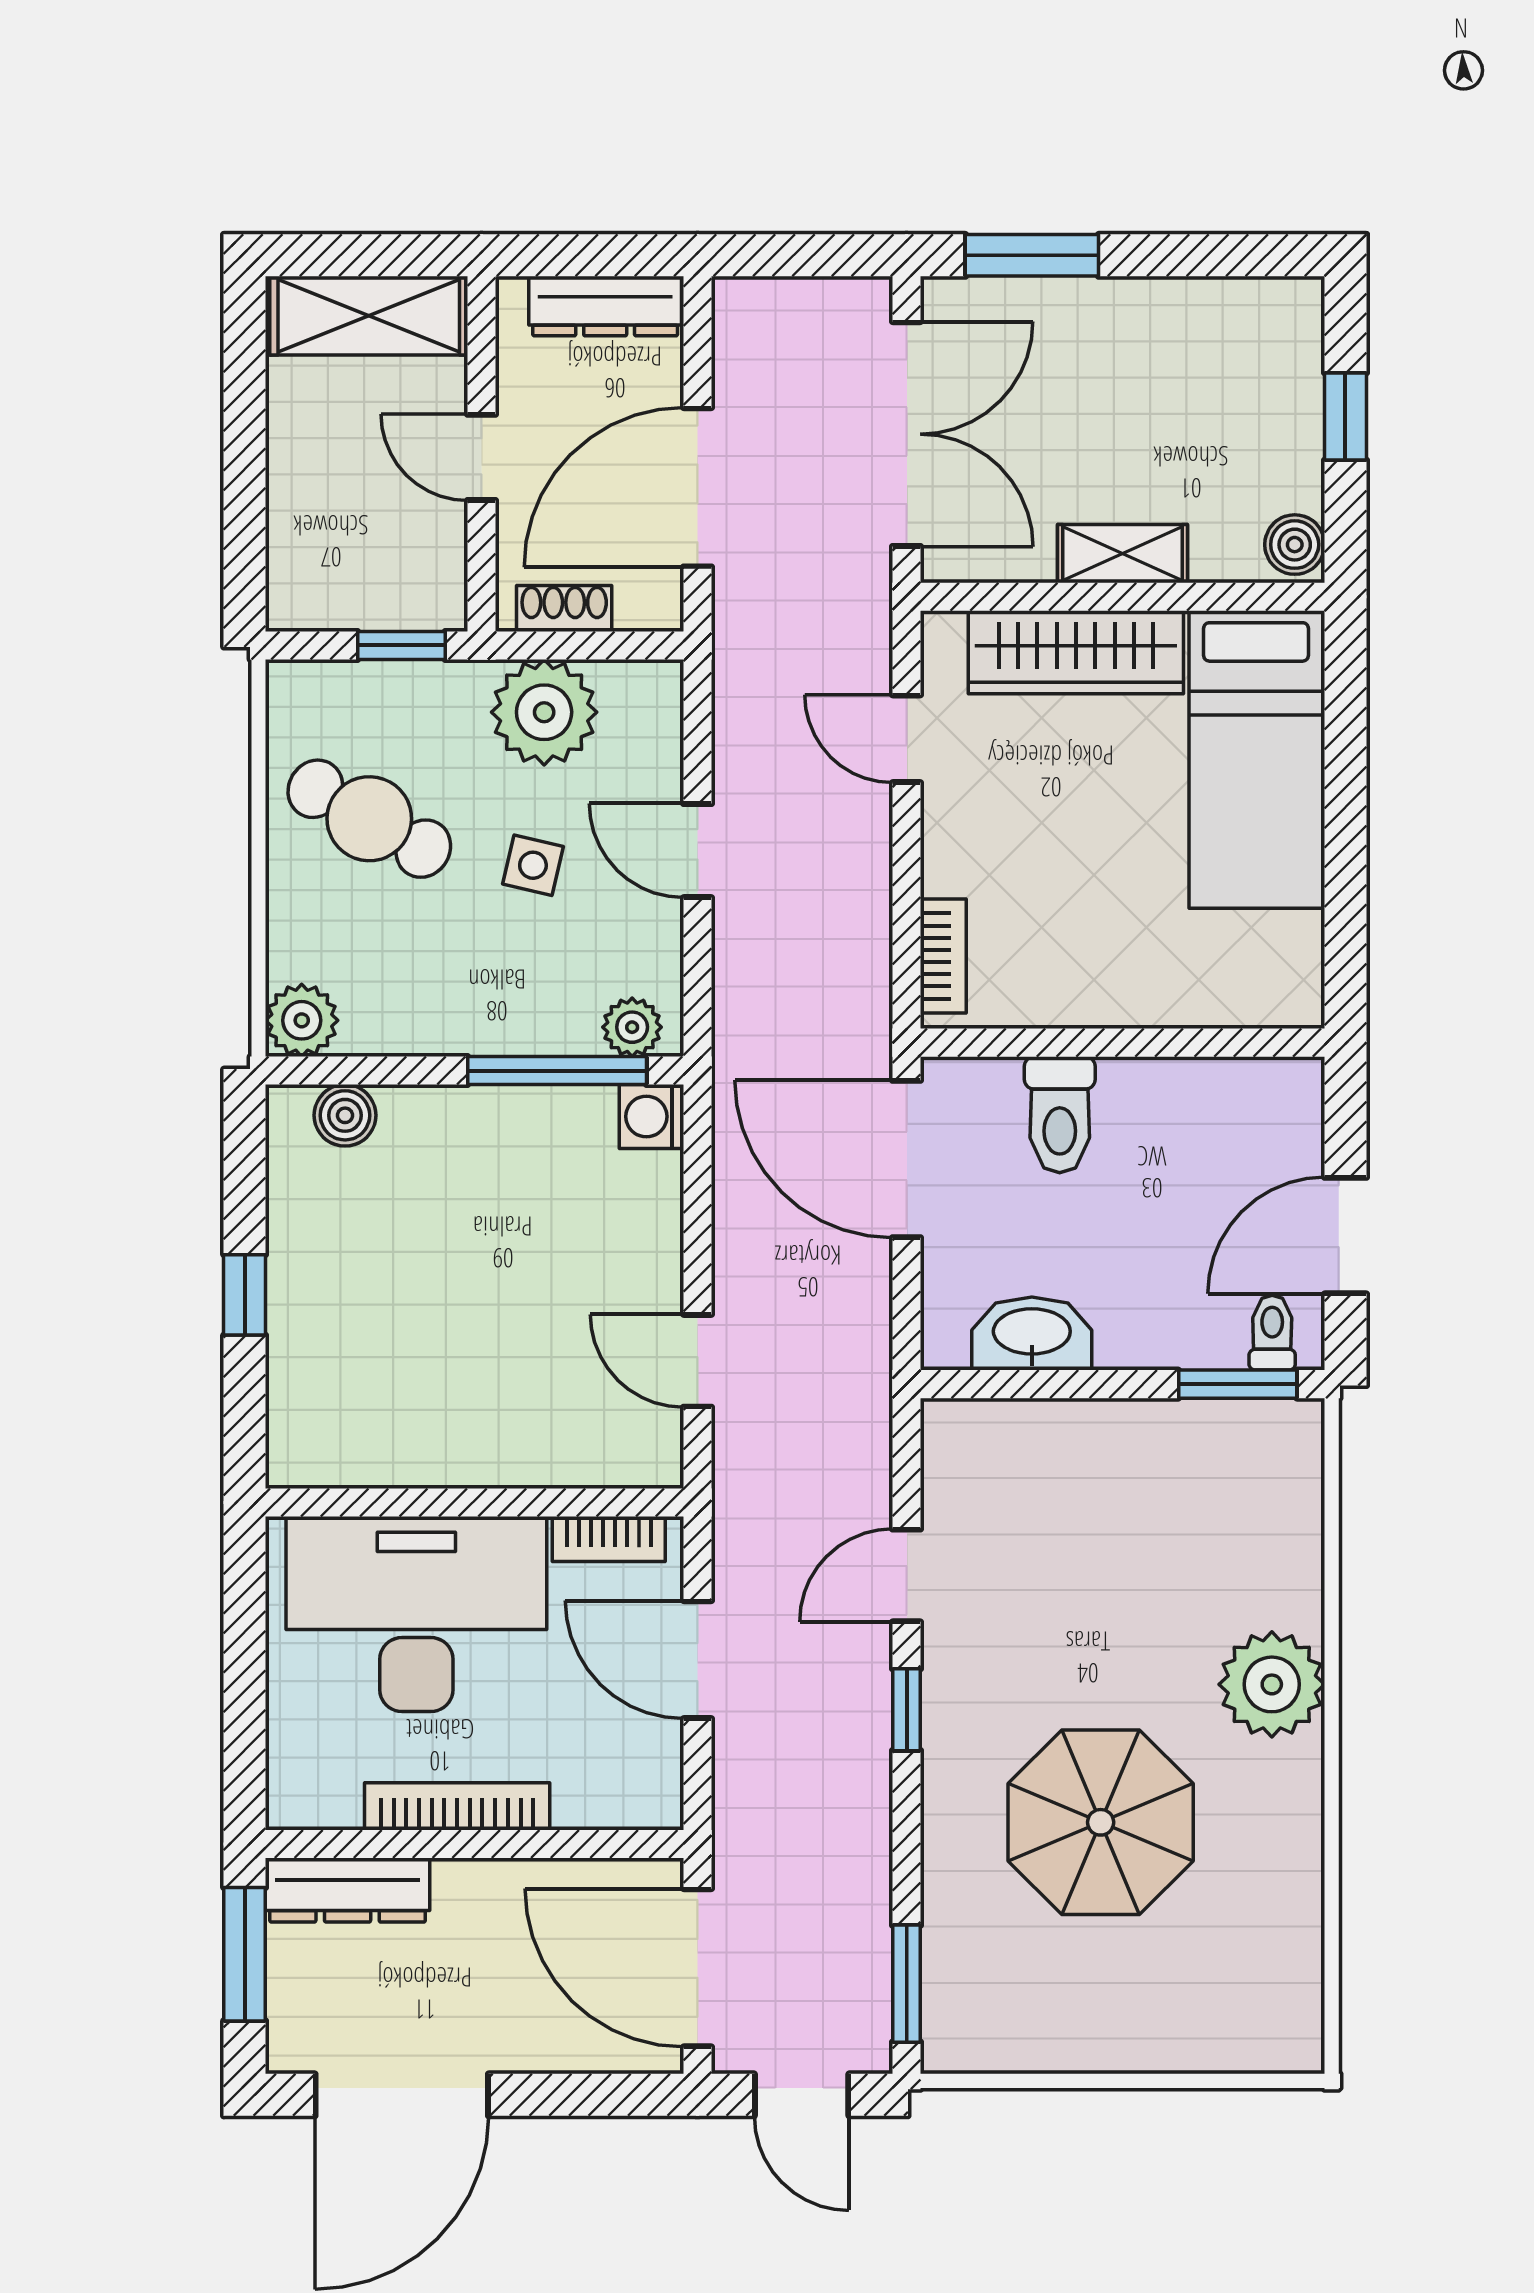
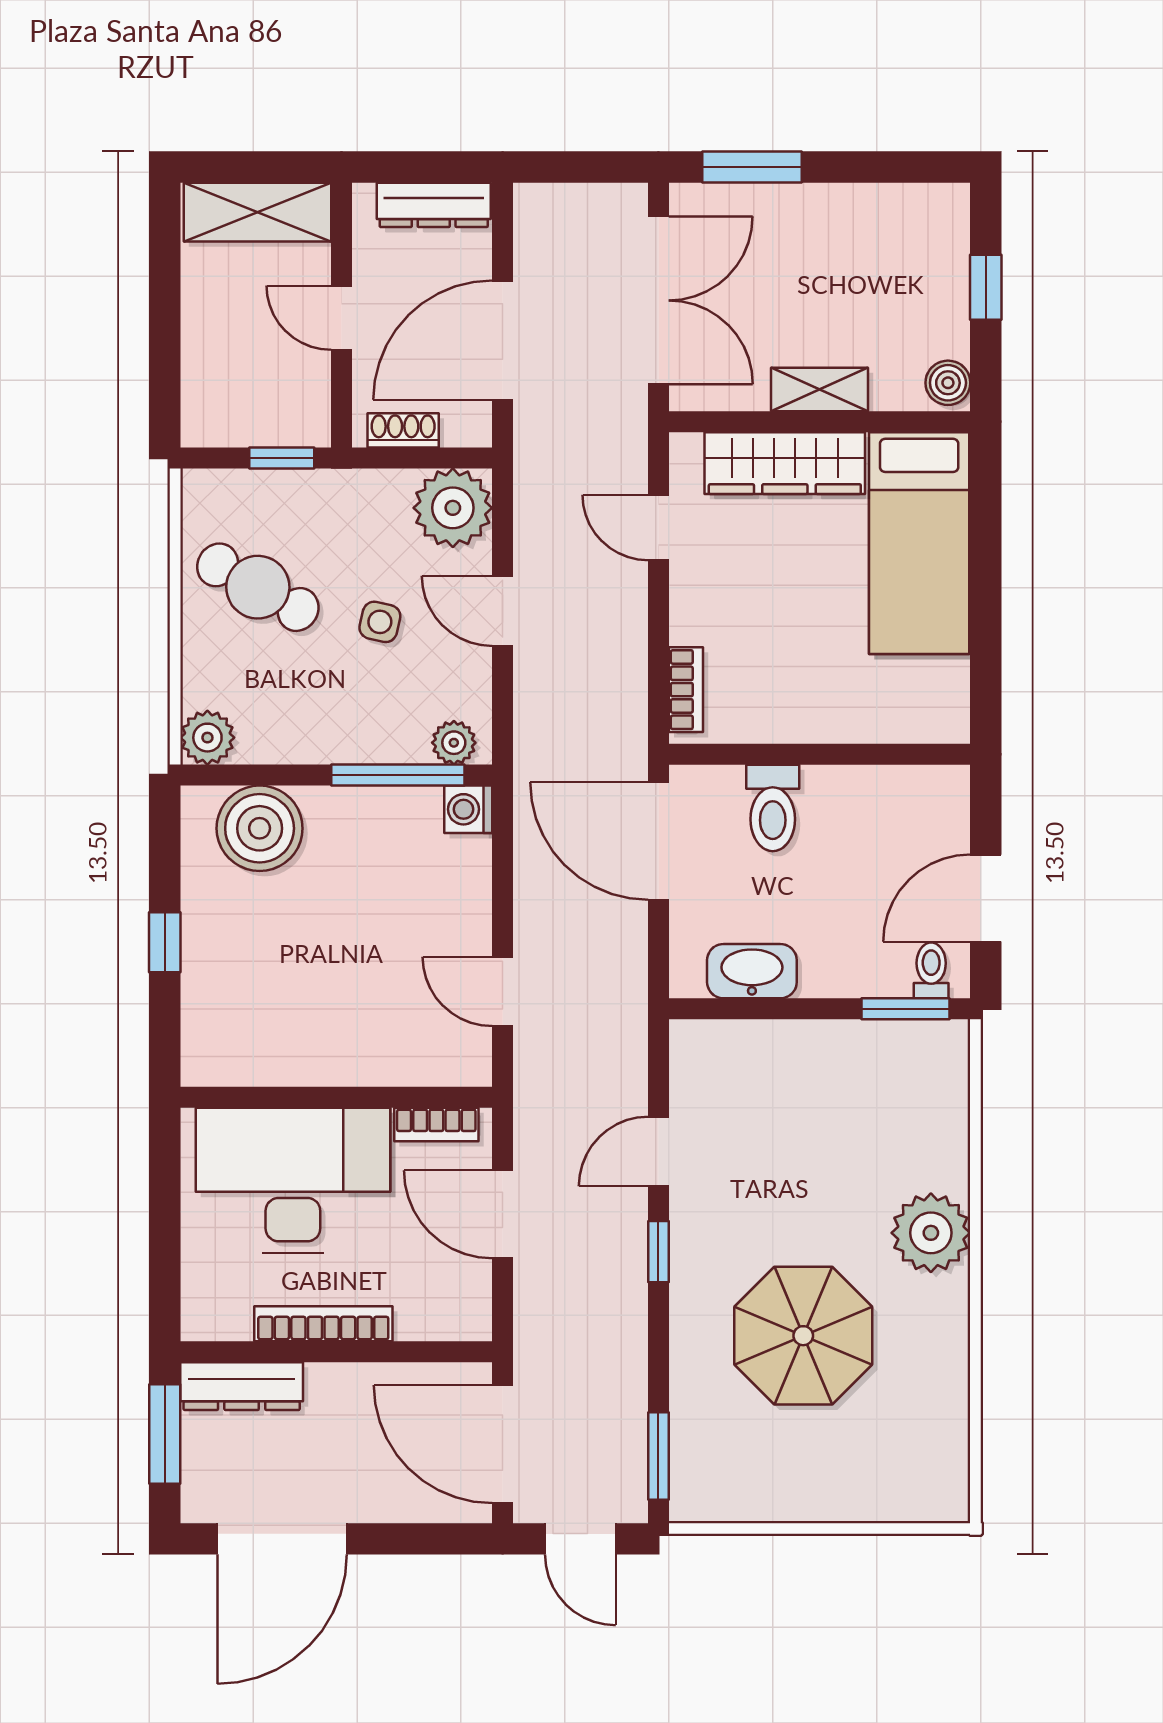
plant: (544, 712) -> (453, 508), moved
boiler: (345, 1115) -> (260, 828), width x1.86, depth x1.86

